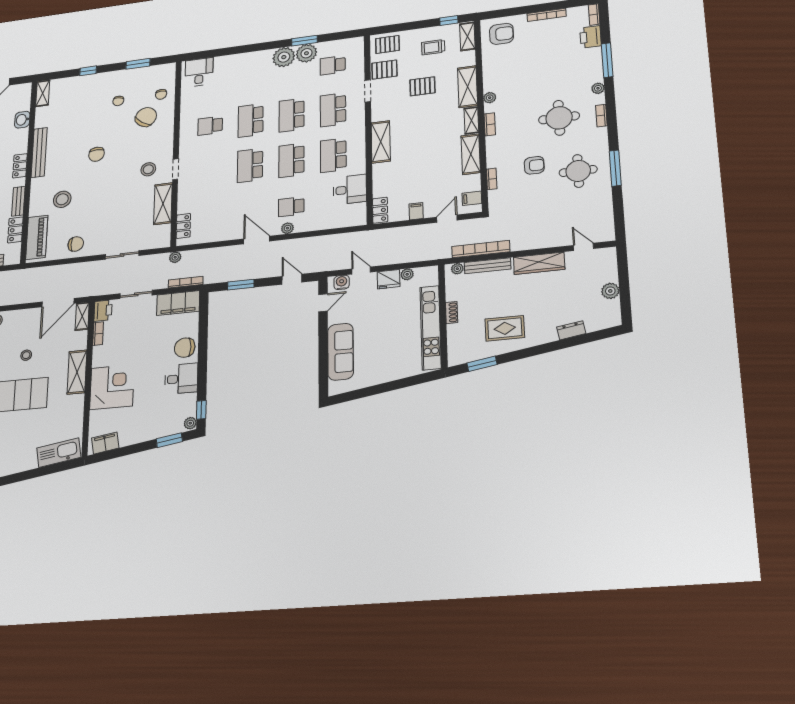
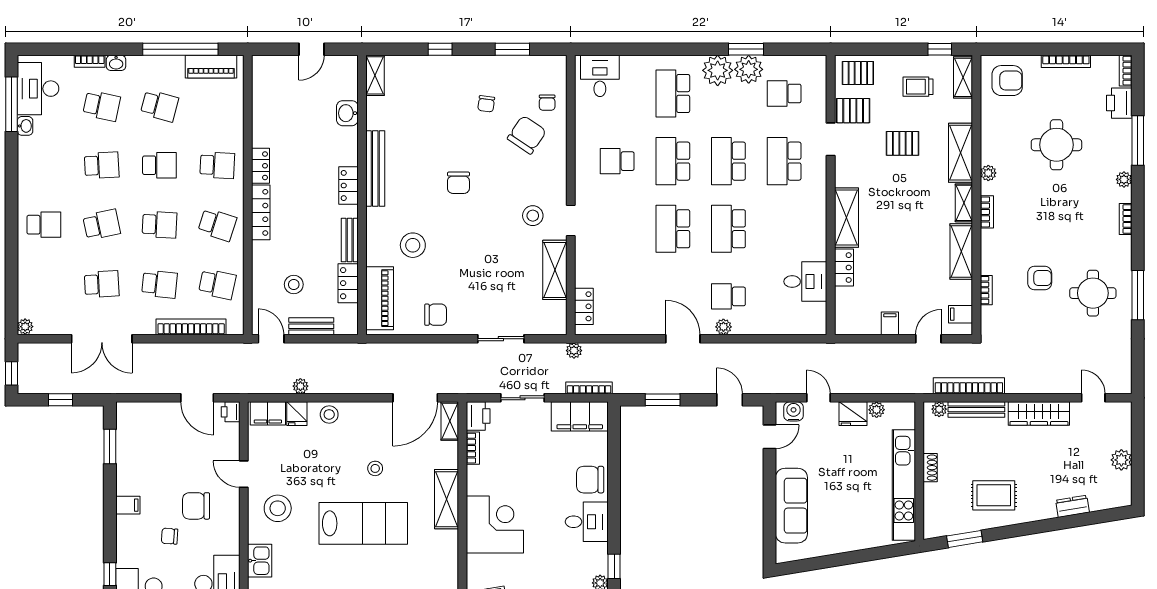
round table: (559, 118) -> (1056, 145), moved
school desk: (333, 155) -> (673, 93), moved
locker: (380, 210) -> (844, 268), moved

